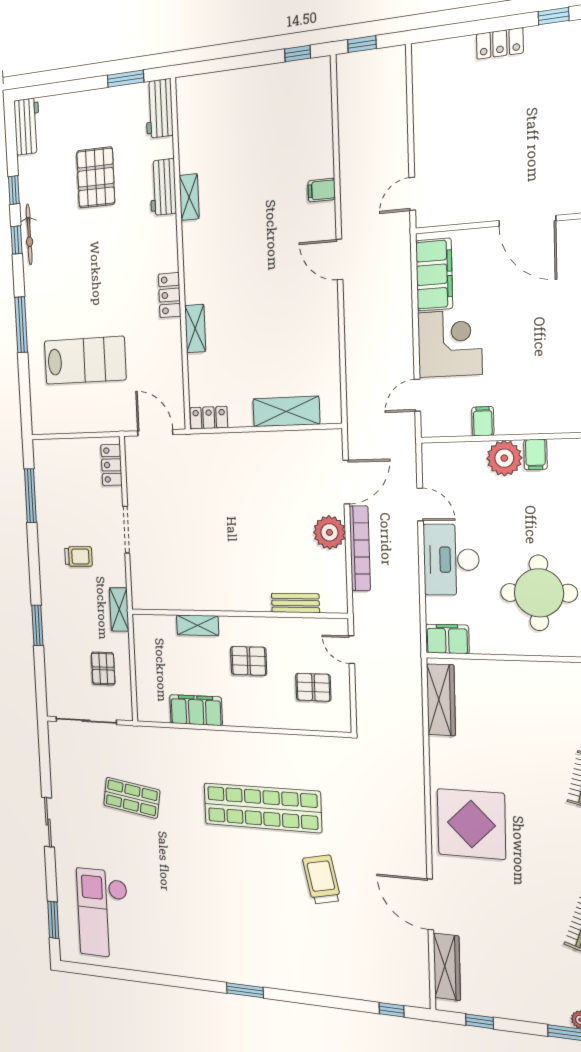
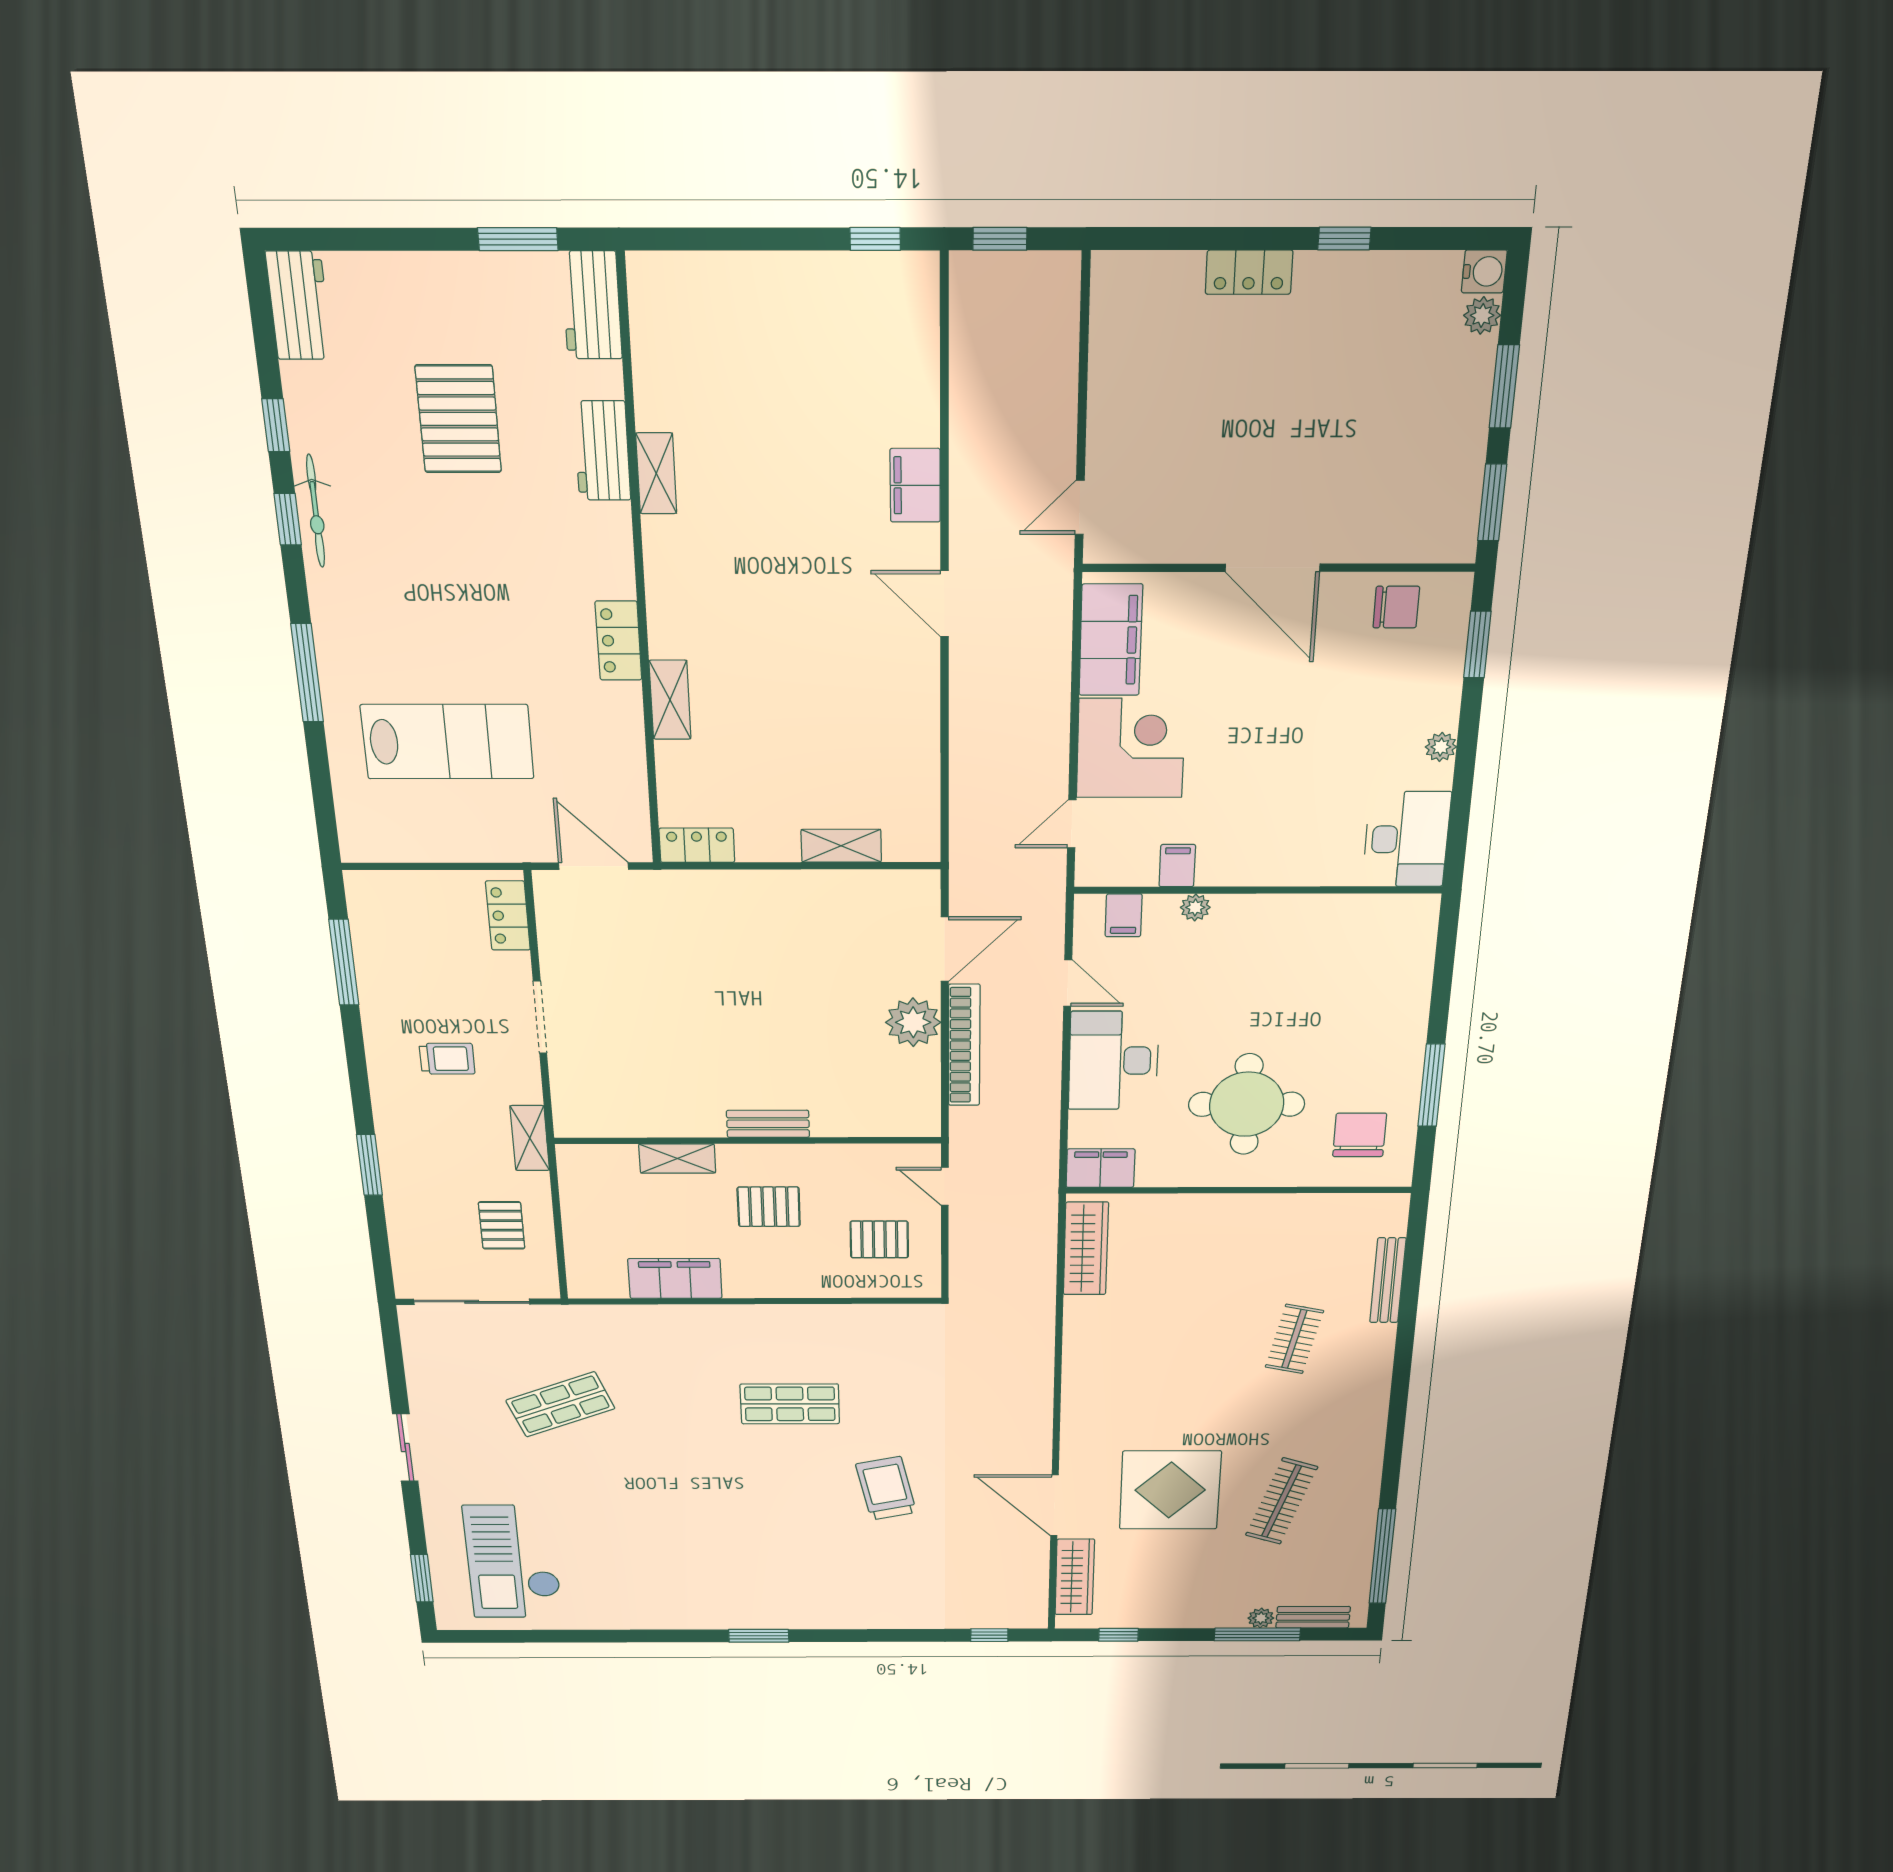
filing cabinet: (322, 190) -> (915, 485), width x2.00
shelving: (286, 411) -> (841, 846), width x0.67, depth x0.75
filing cabinet: (535, 454) -> (1124, 915), moved
plant: (504, 458) -> (1195, 907), width x0.53, depth x0.53
bench: (295, 603) -> (768, 1124), moved
shop shelf: (132, 798) -> (560, 1404), turned -30
shop shelf: (262, 808) -> (790, 1404), width x0.50, depth x0.74
display table: (471, 824) -> (1170, 1490), moved

